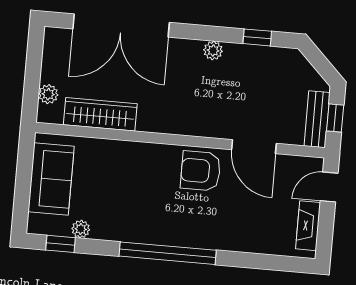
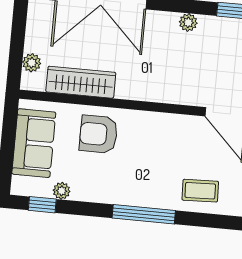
armchair: (201, 171) -> (98, 134), moved
coffee table: (227, 228) -> (200, 191), added
window: (168, 253) -> (144, 214), width x0.68

